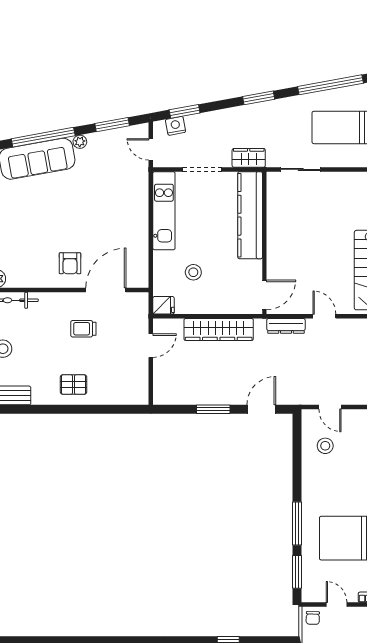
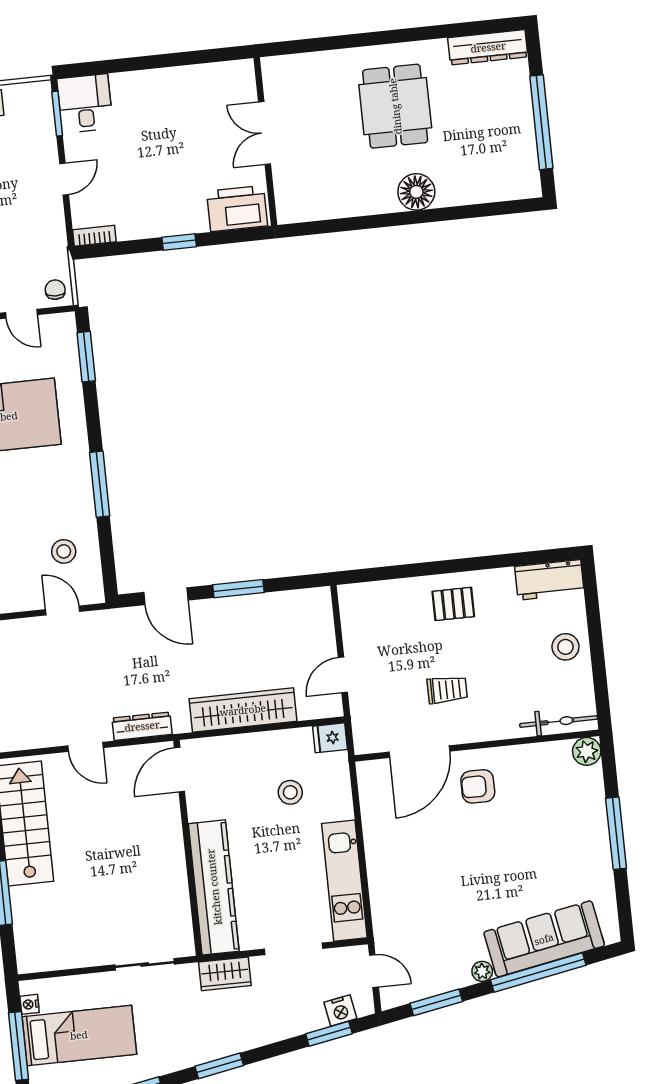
armchair: (70, 263) -> (478, 786), turned -90
door: (261, 409) -> (166, 596), hinge flipped
window: (297, 524) -> (100, 484), moved

